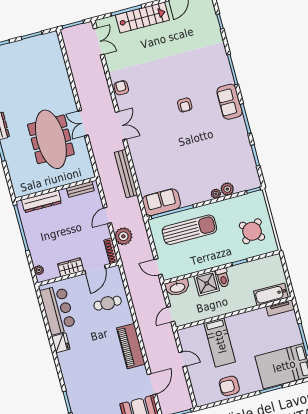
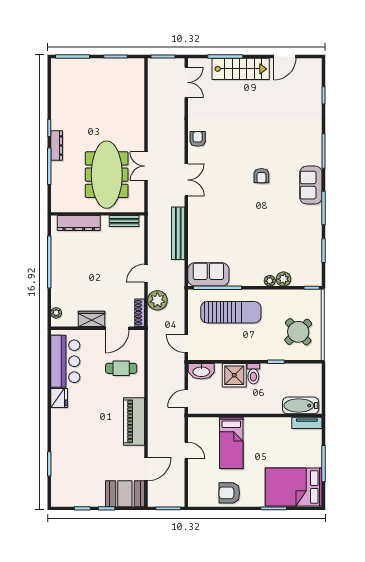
wall: (56, 189) -> (98, 214), moved
bench: (80, 189) -> (124, 221), moved
dresser: (42, 201) -> (79, 223), moved

